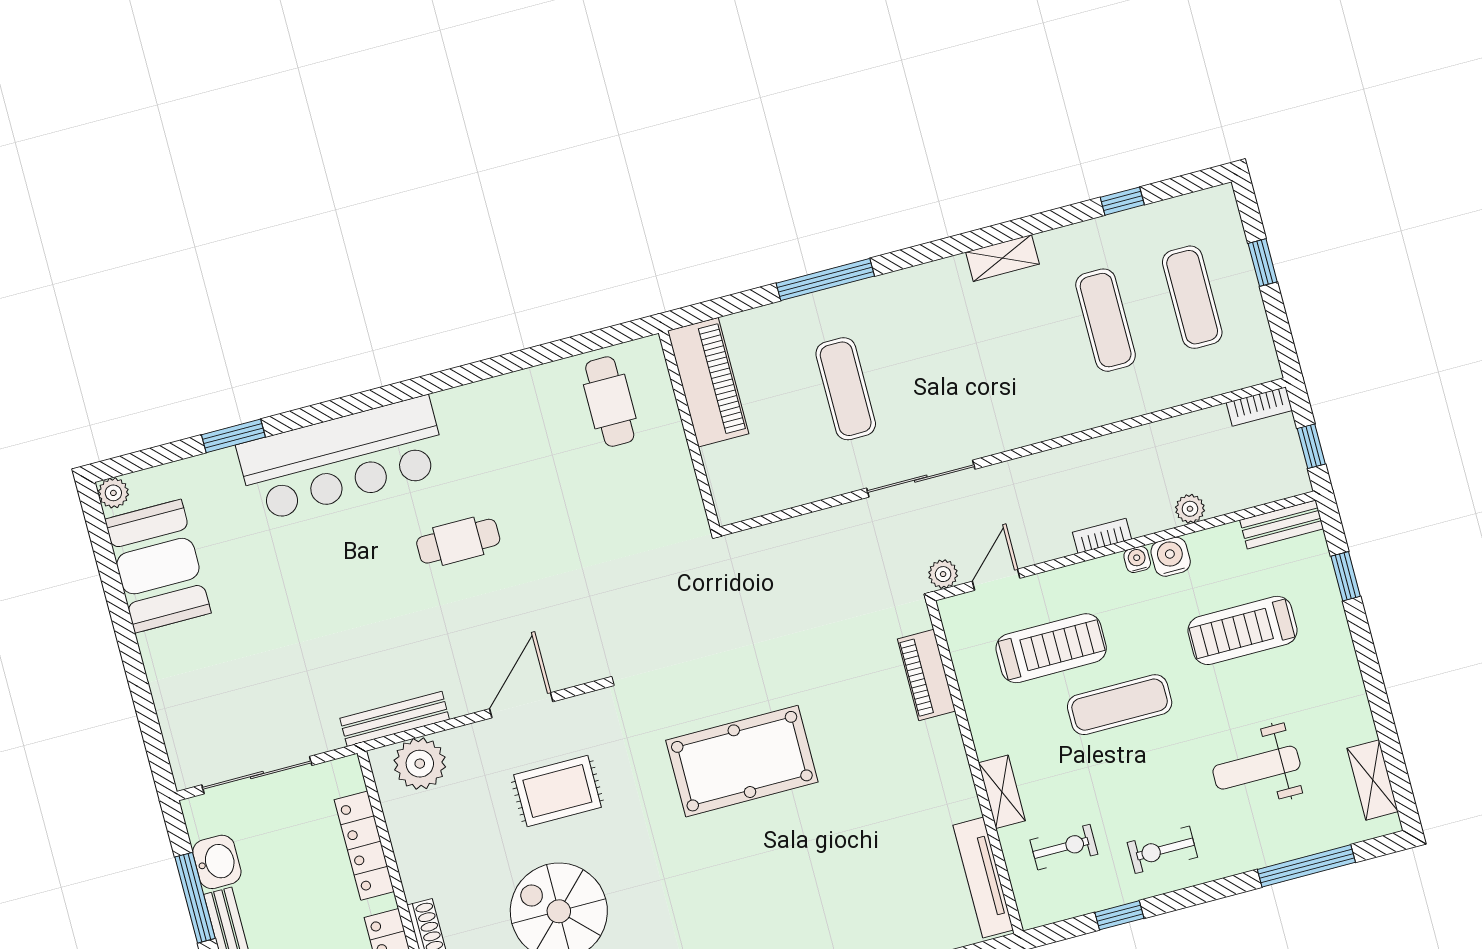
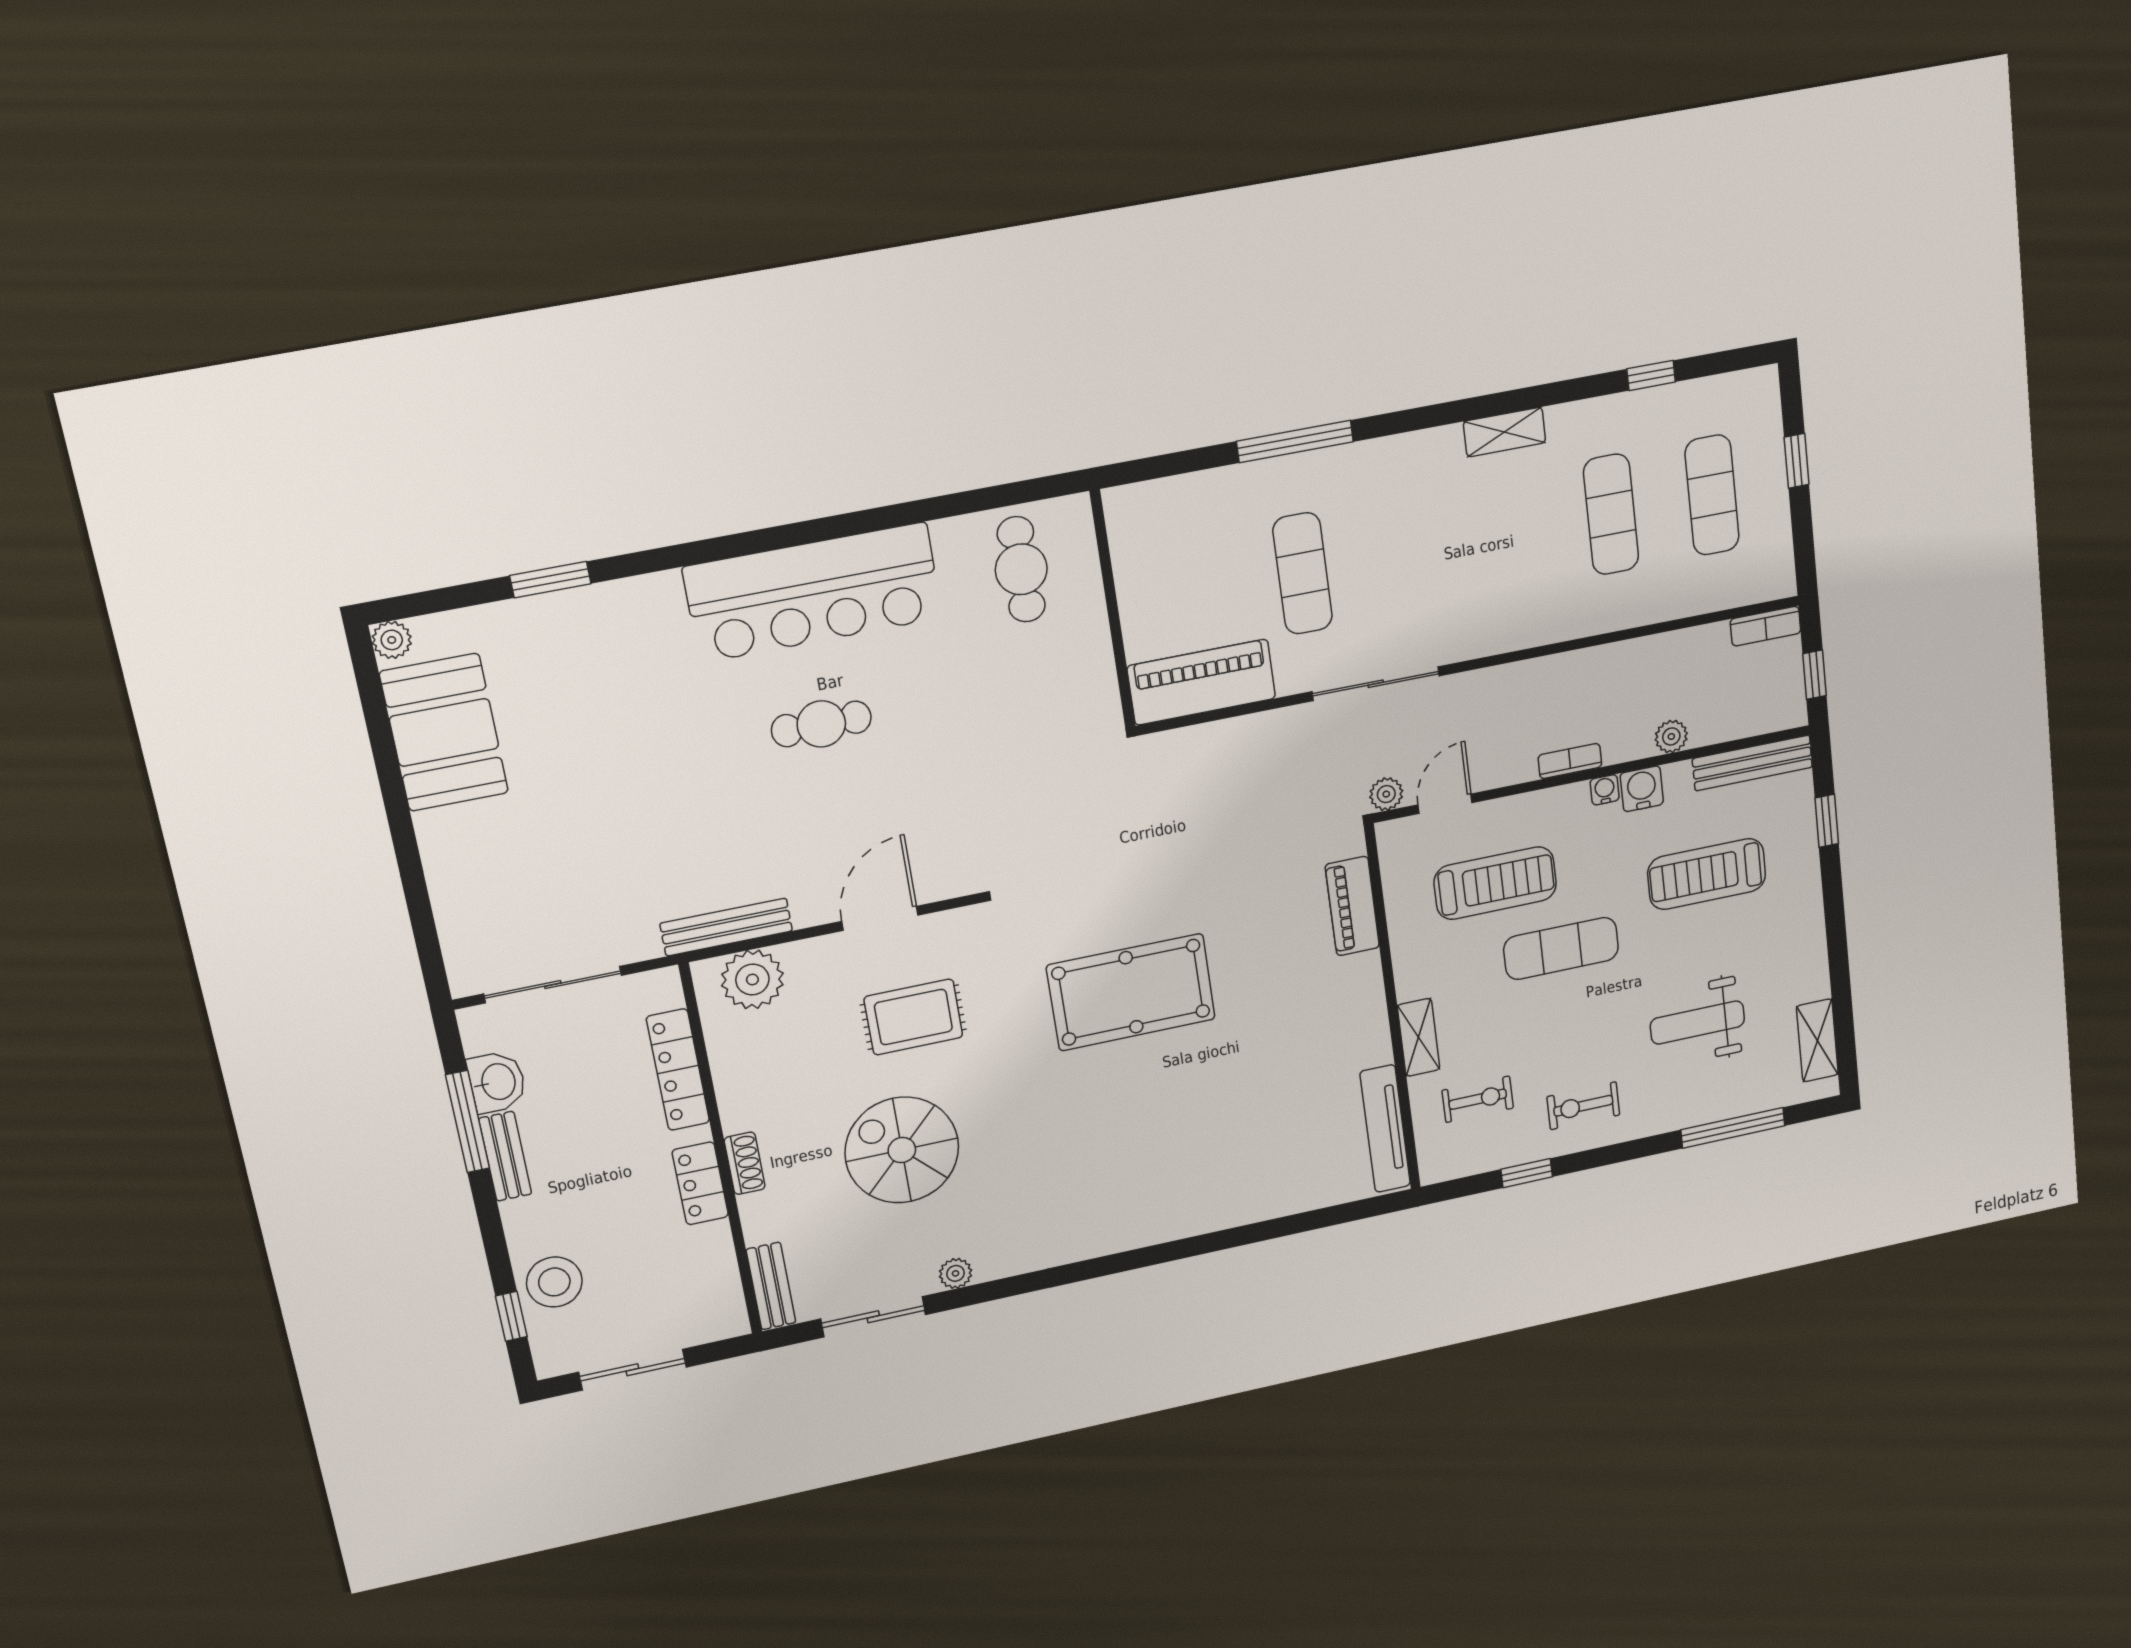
piano: (708, 382) -> (1201, 682), moved, turned -90
bar counter: (342, 459) -> (813, 592), moved
bench: (1282, 524) -> (1752, 763), width x1.36

